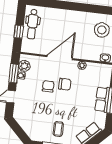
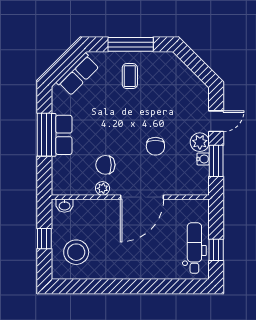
window: (19, 32) -> (216, 250), moved
plant: (24, 66) -> (200, 142), moved
chair: (65, 84) -> (105, 165), moved

